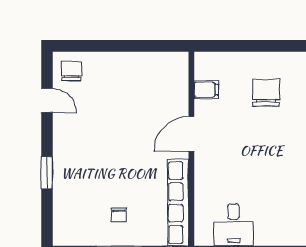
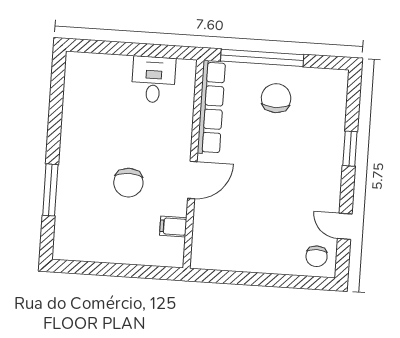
chair: (266, 93) -> (128, 183), moved
chair: (119, 215) -> (276, 98), width x1.87, depth x1.87

